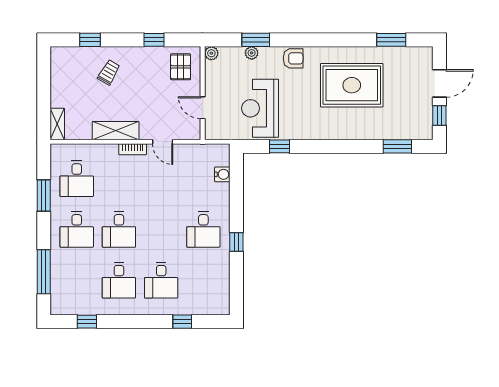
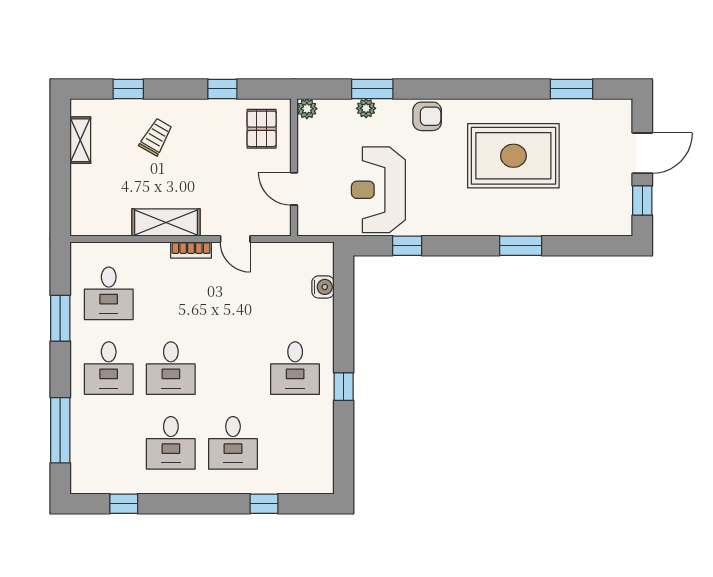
shelving: (57, 124) -> (80, 140), moved
window: (397, 146) -> (521, 246), moved

